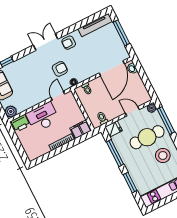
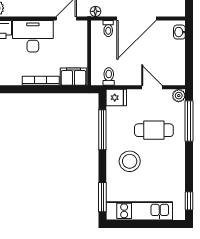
door: (112, 68) -> (136, 18), moved
cafe table: (147, 137) -> (154, 130), width x0.73, depth x0.74
stool: (163, 155) -> (130, 161), moved
window: (130, 183) -> (102, 197), moved

